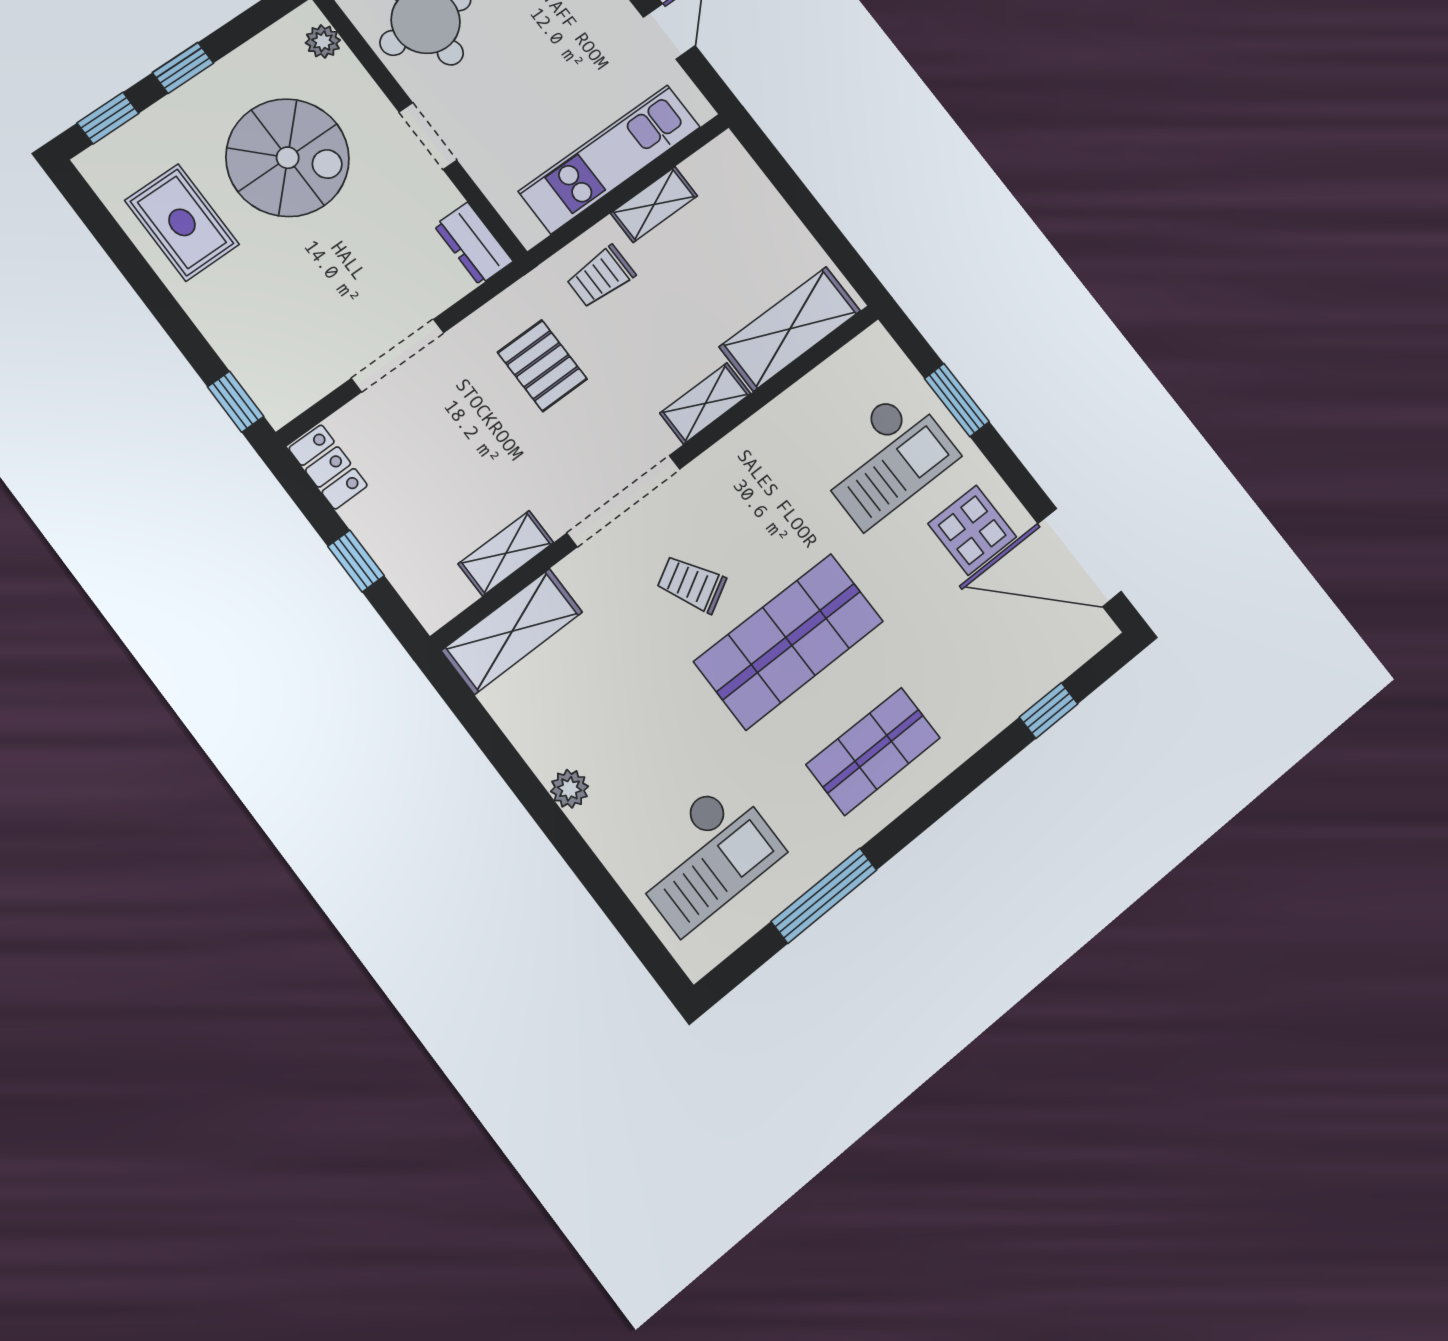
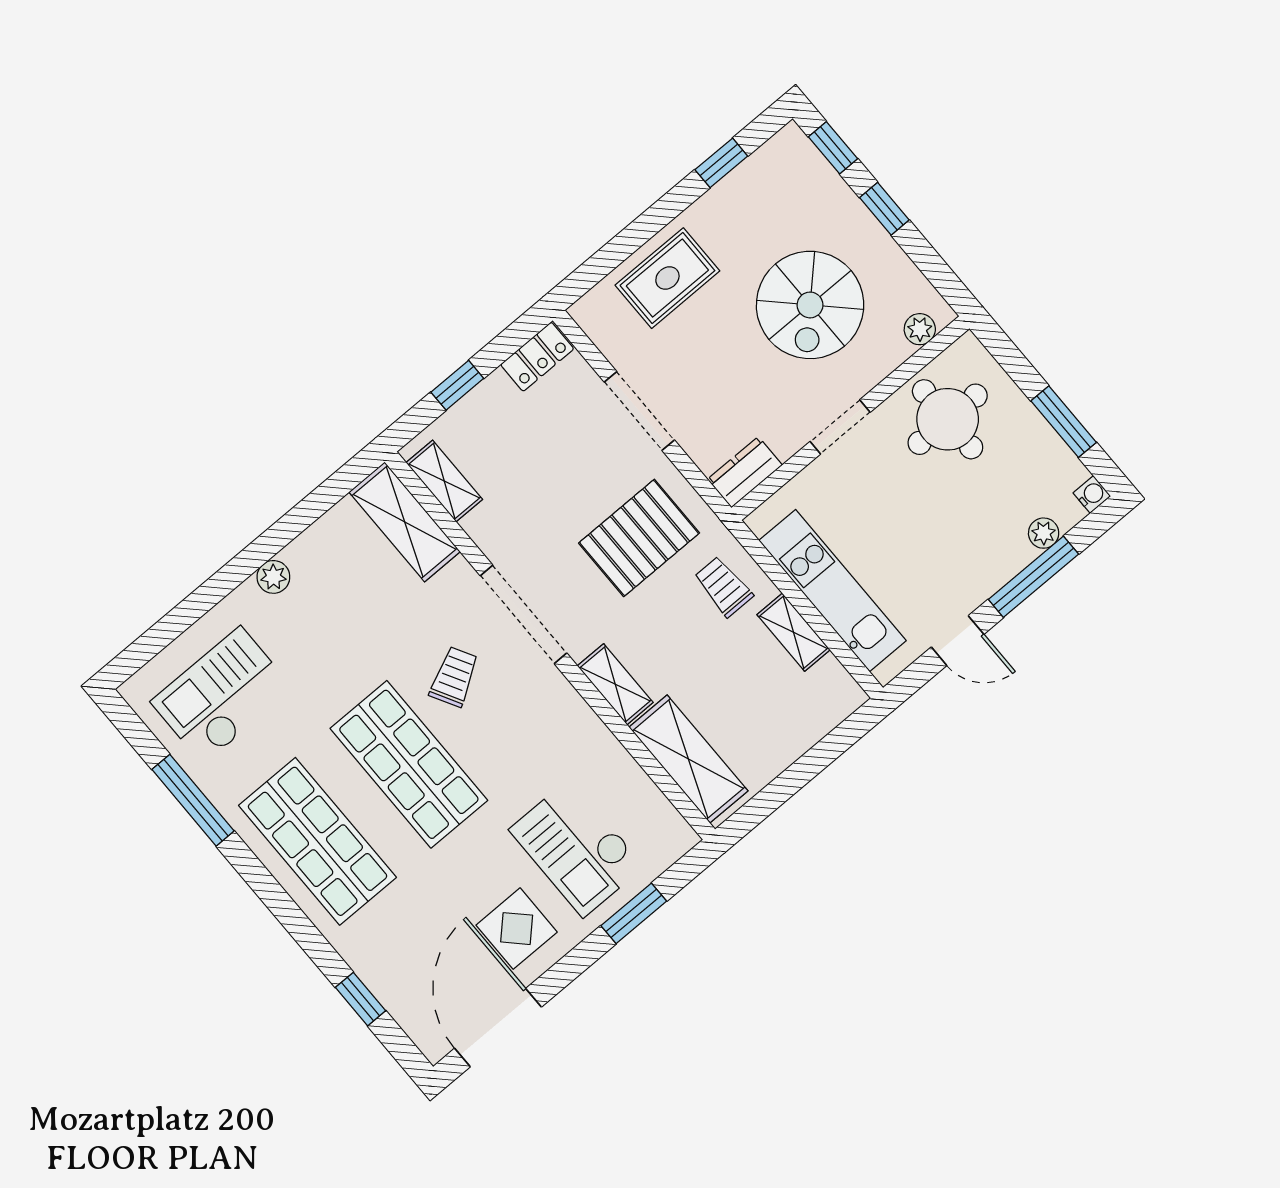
rug: (182, 222) -> (667, 278), moved
pallet: (542, 366) -> (639, 538), width x1.50, depth x1.42
window: (236, 402) -> (721, 163), moved
shelving: (506, 553) -> (444, 481), moved
shop shelf: (873, 751) -> (318, 841), width x1.43, depth x1.36
checkout: (705, 856) -> (222, 695), turned 90

